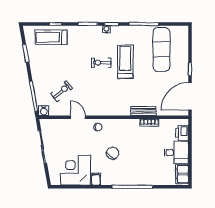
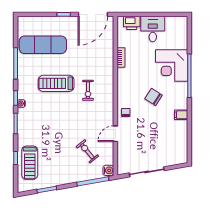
exercise bike: (101, 63) -> (88, 90), moved
door: (190, 96) -> (93, 14), hinge flipped
bench: (143, 111) -> (108, 64), removed
corner desk: (75, 170) -> (172, 65), moved
filing cabinet: (182, 174) -> (176, 23), removed

